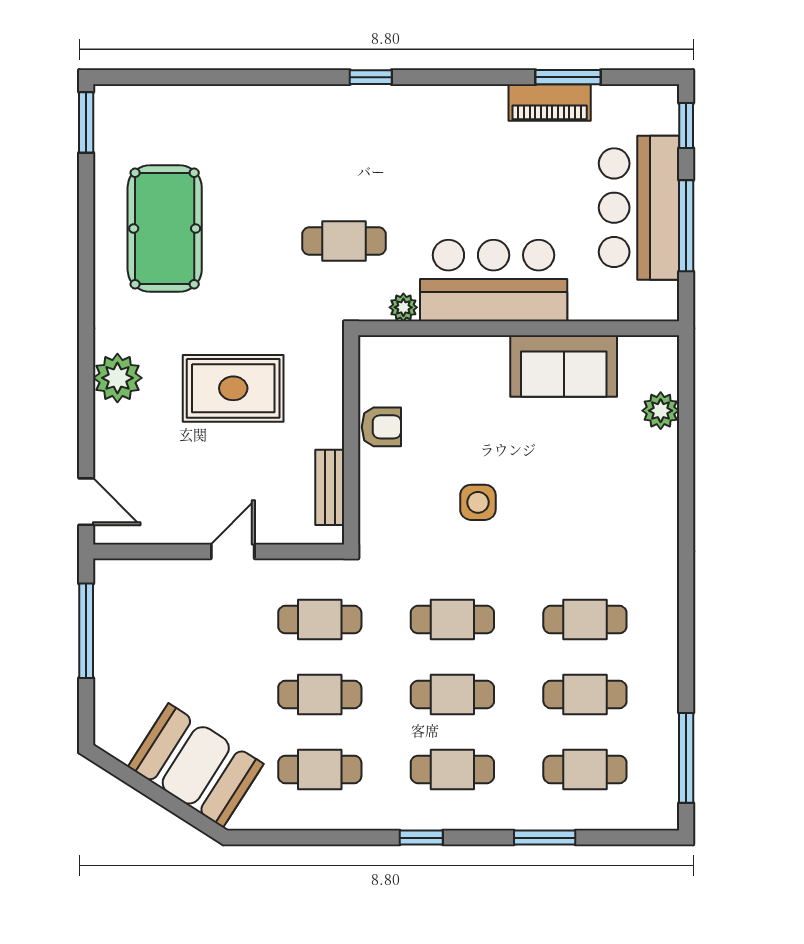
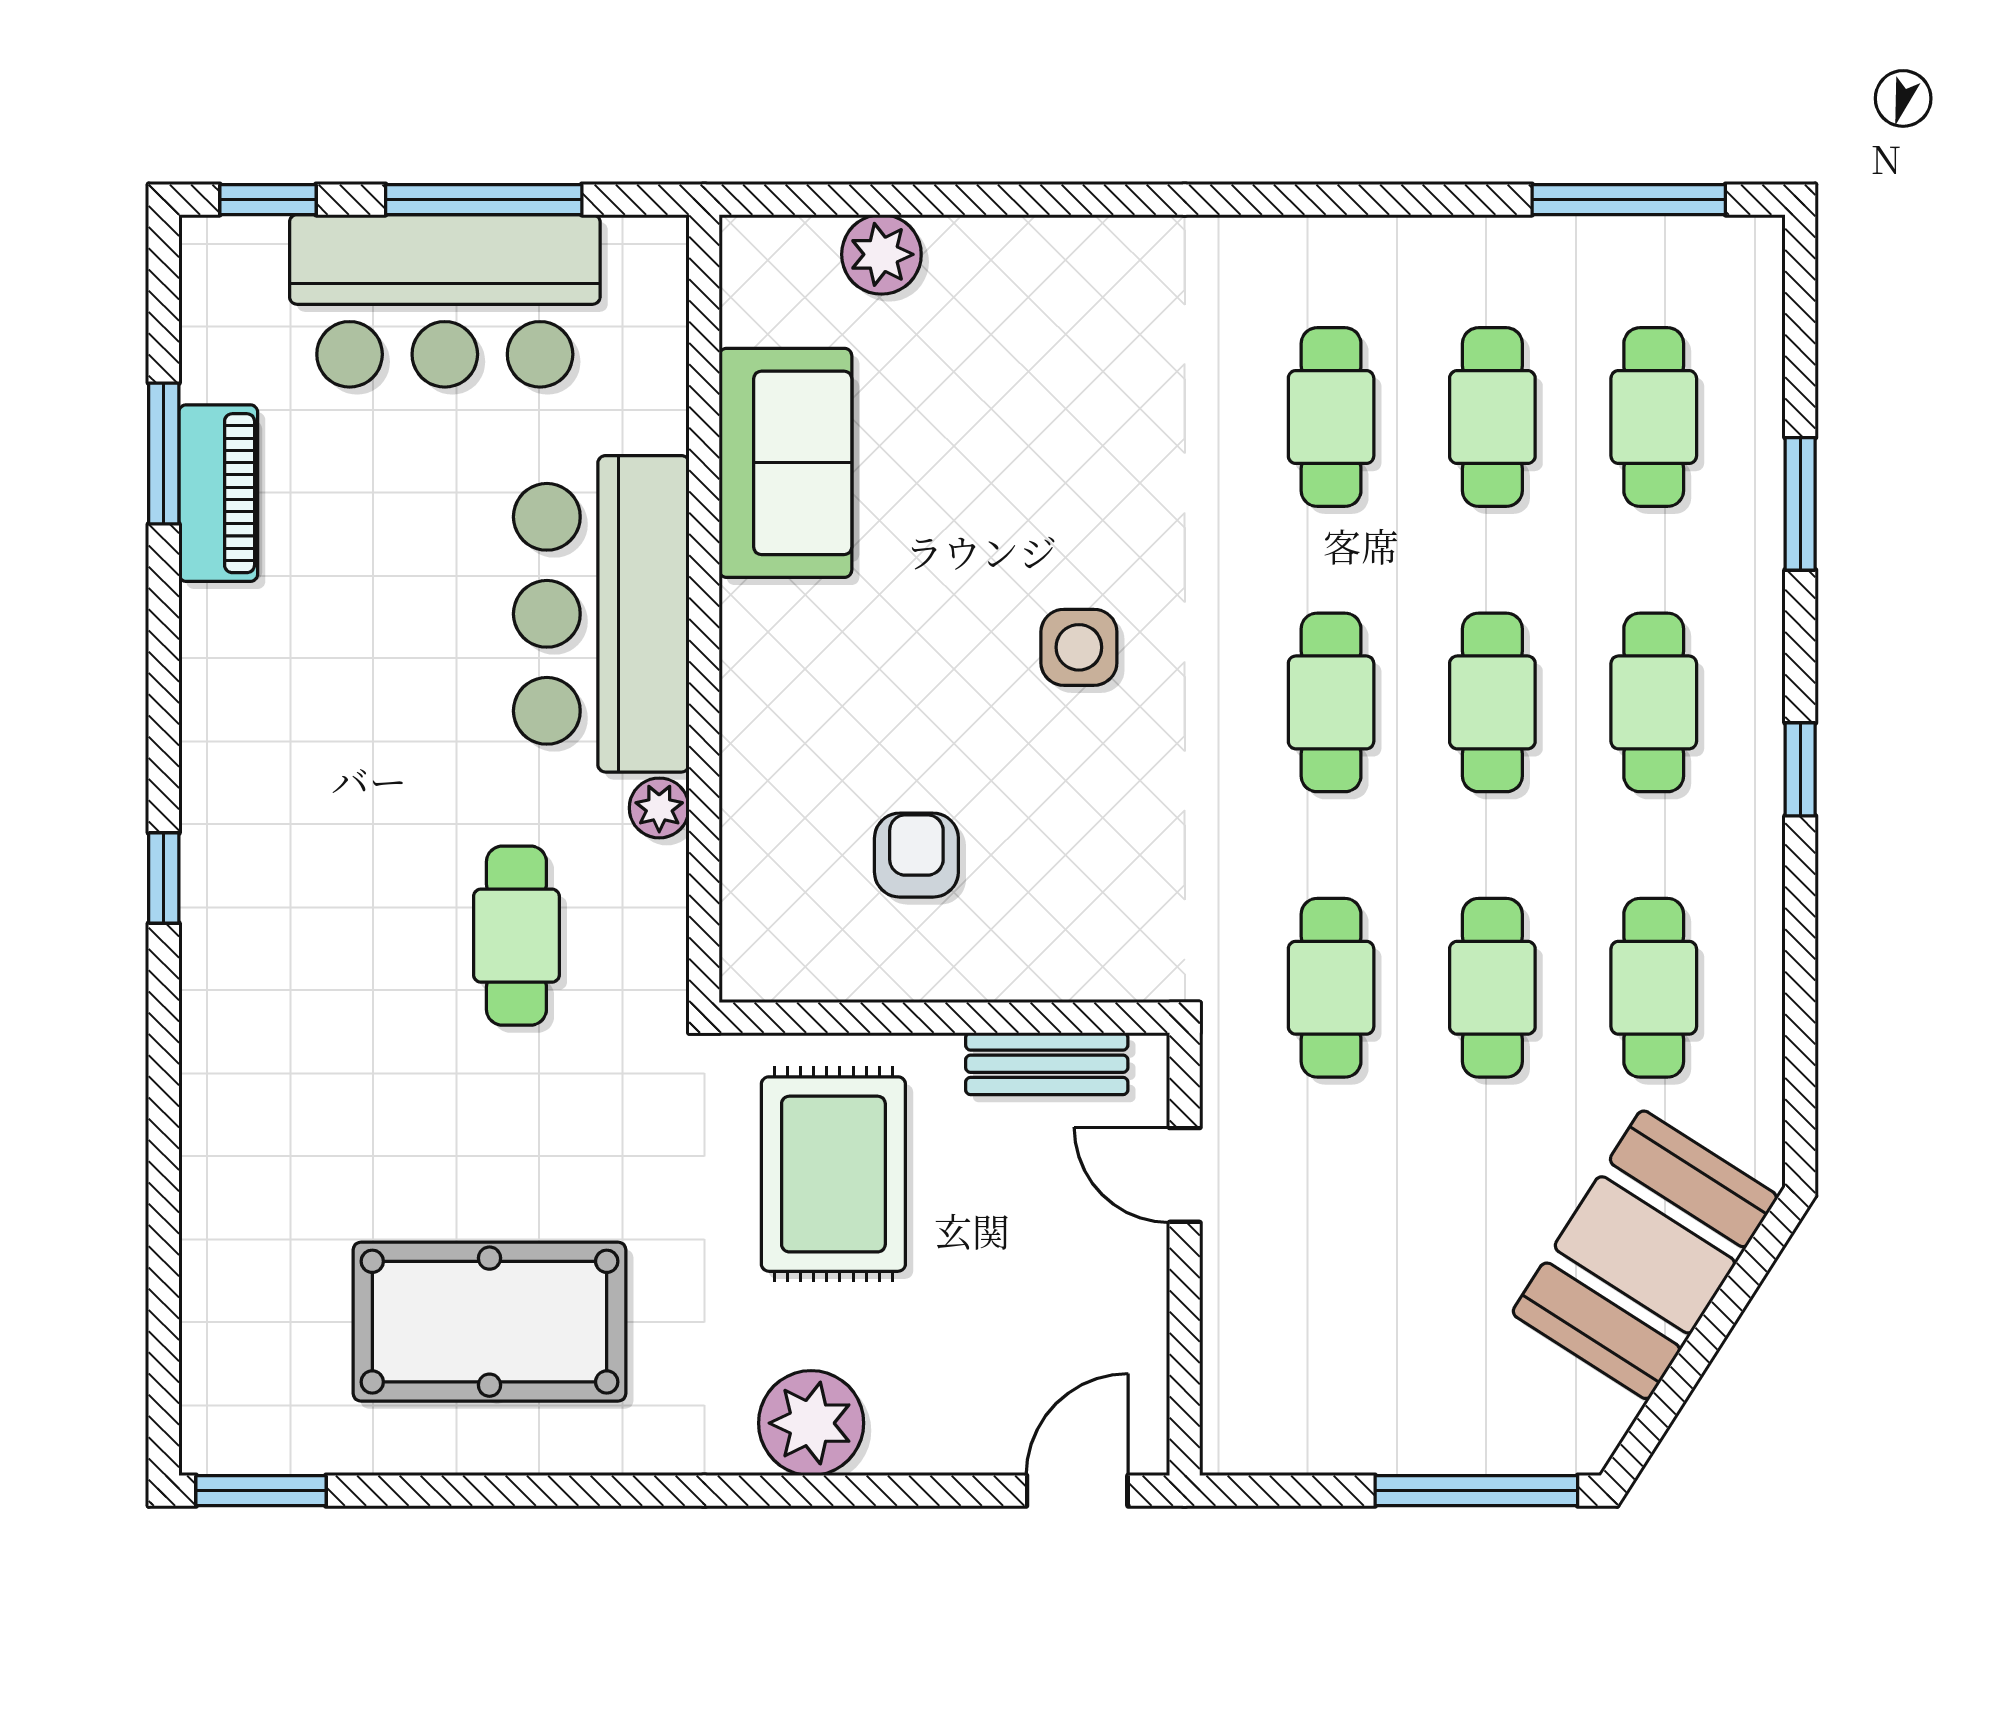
wall: (351, 440) -> (944, 1018), moved
bench: (330, 487) -> (1047, 1064), moved
window: (86, 631) -> (1476, 1491), moved

